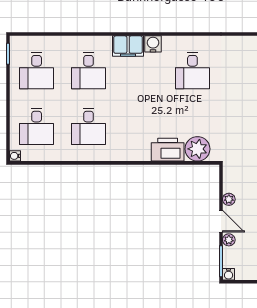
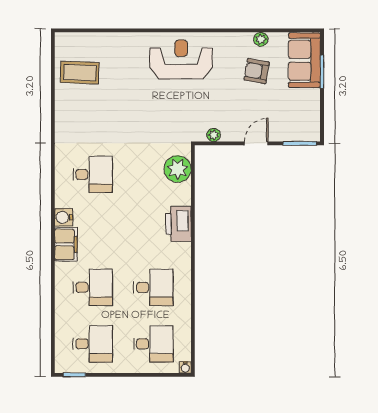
printer: (168, 150) -> (178, 224), moved
plant: (229, 199) -> (214, 135), moved
plant: (229, 240) -> (276, 135), removed
water cooler: (229, 274) -> (314, 135), removed

